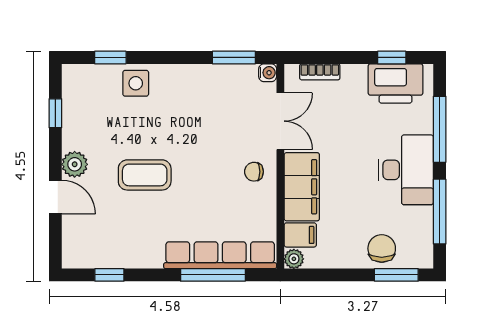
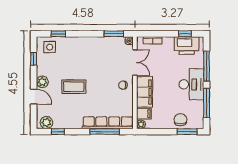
side table: (136, 83) -> (50, 47), moved
plant: (84, 255) -> (46, 123), added

